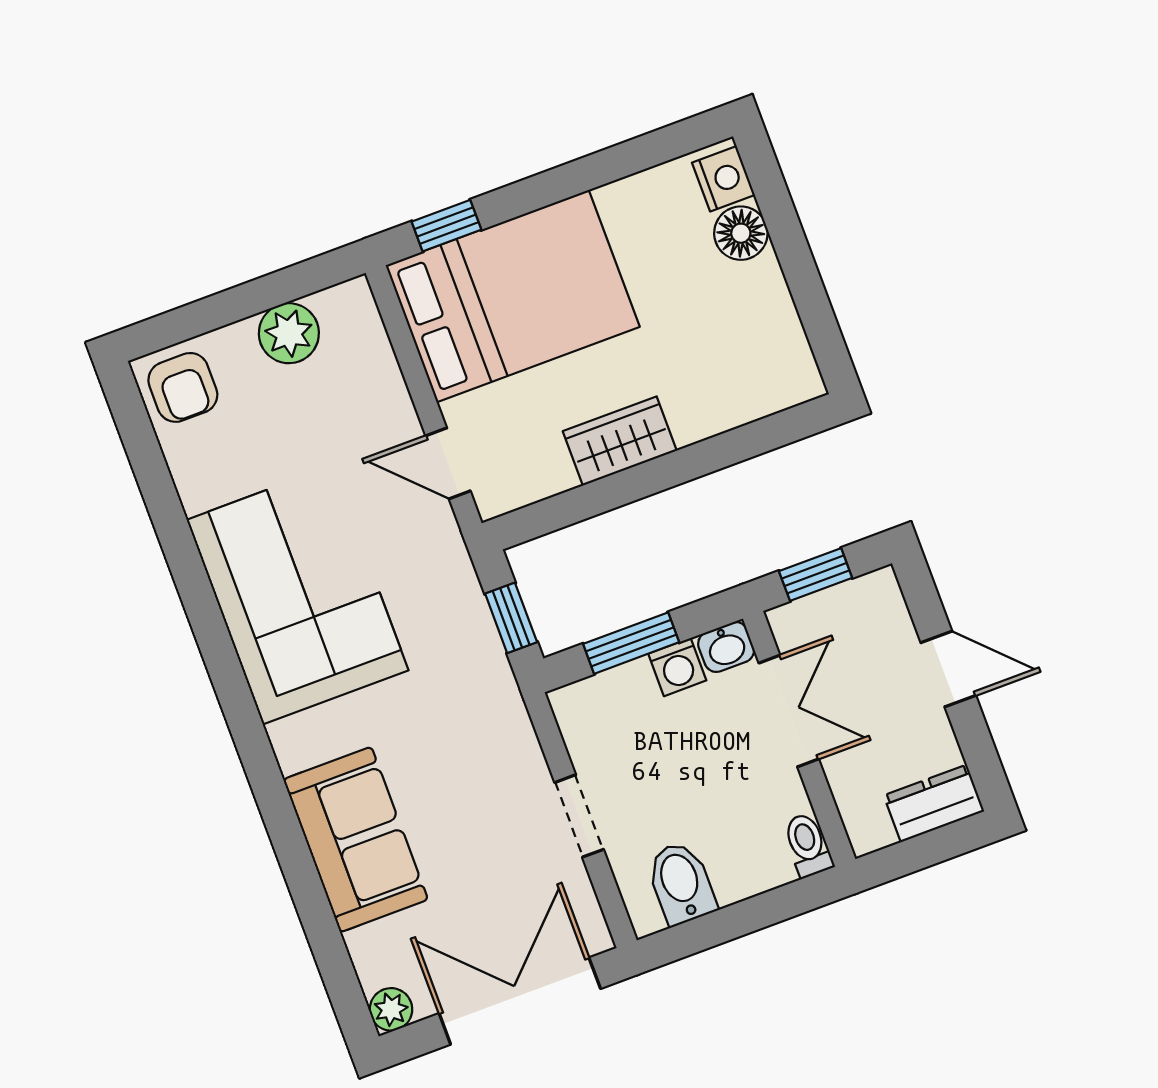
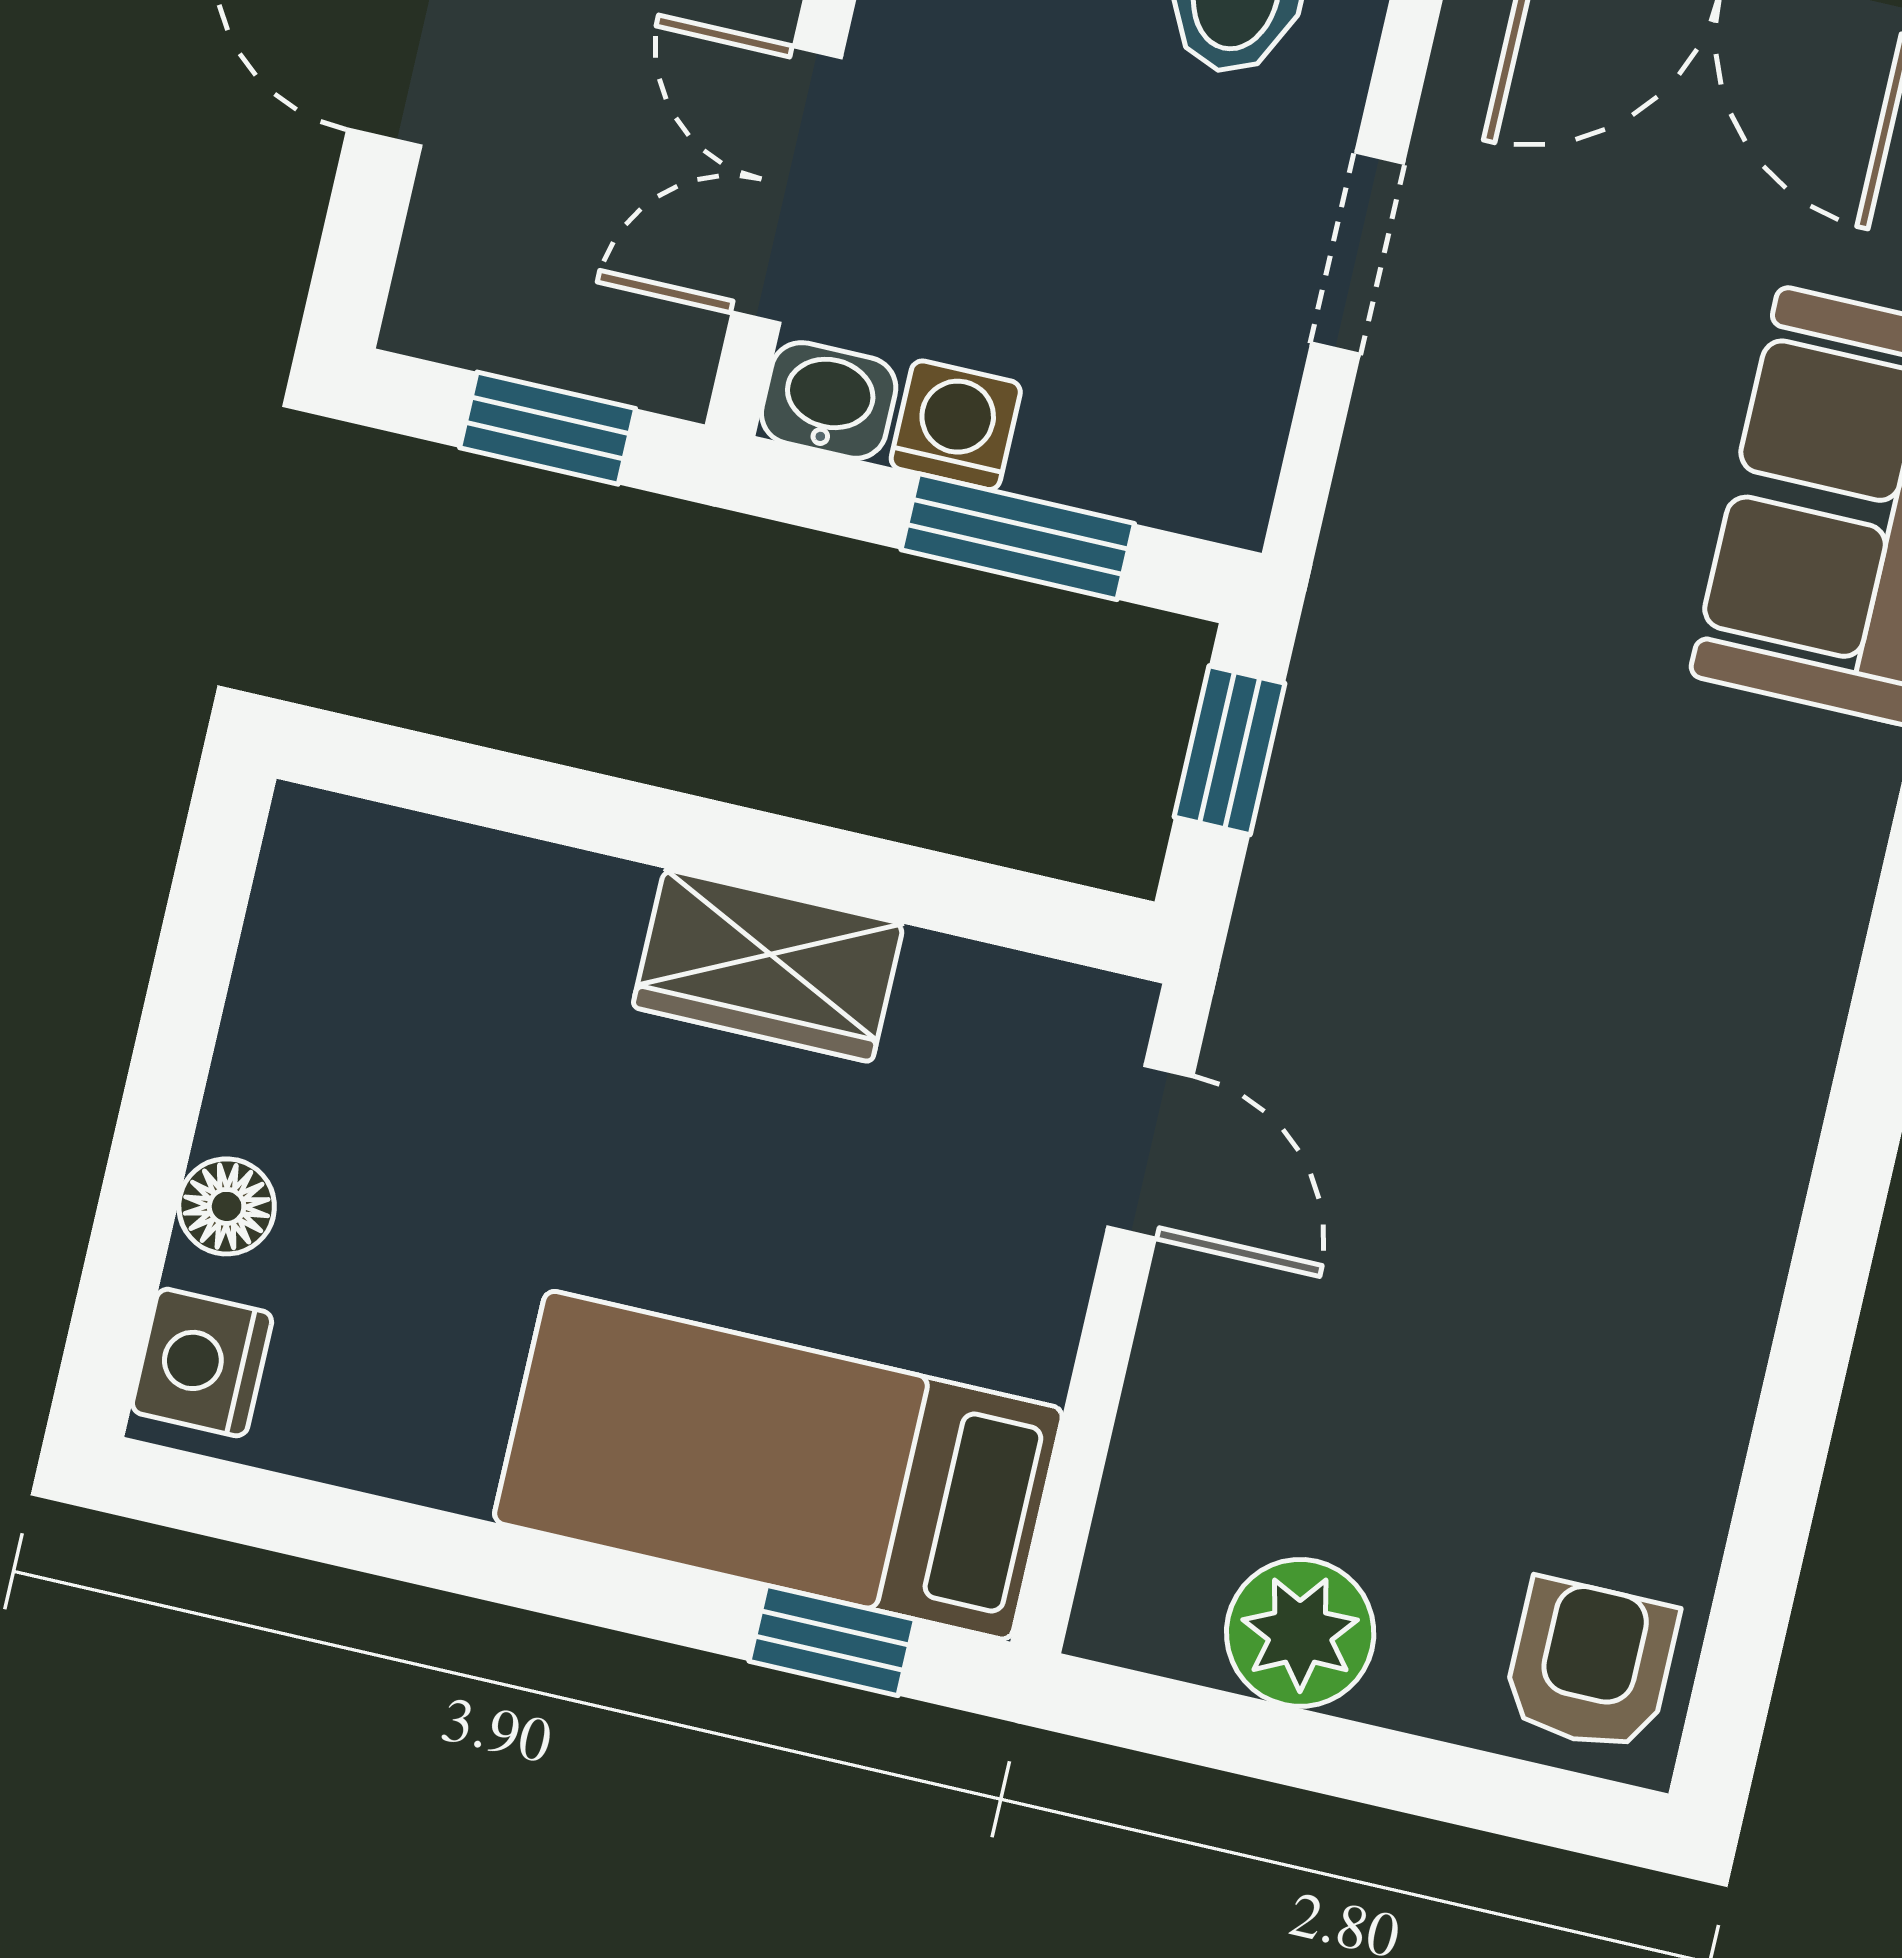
floor lamp: (741, 233) -> (227, 1206), width x0.73, depth x0.73
bed: (513, 296) -> (778, 1465), width x0.67
corner sofa: (297, 595) -> (1636, 1085), removed

